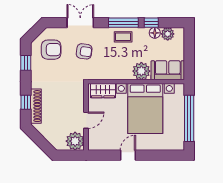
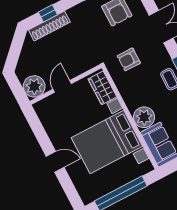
armchair: (84, 51) -> (129, 59), moved, turned 82
door: (86, 120) -> (62, 86), swing flipped
door: (128, 155) -> (55, 162), moved

